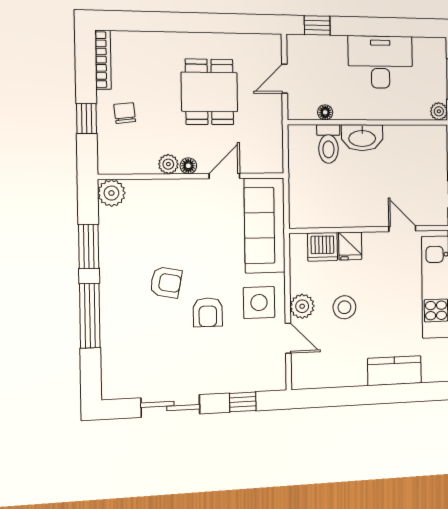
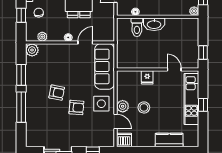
plant: (168, 164) -> (42, 37), moved
dishwasher: (322, 247) -> (124, 140), moved, turned 180
armchair: (208, 312) -> (76, 107), turned -85

